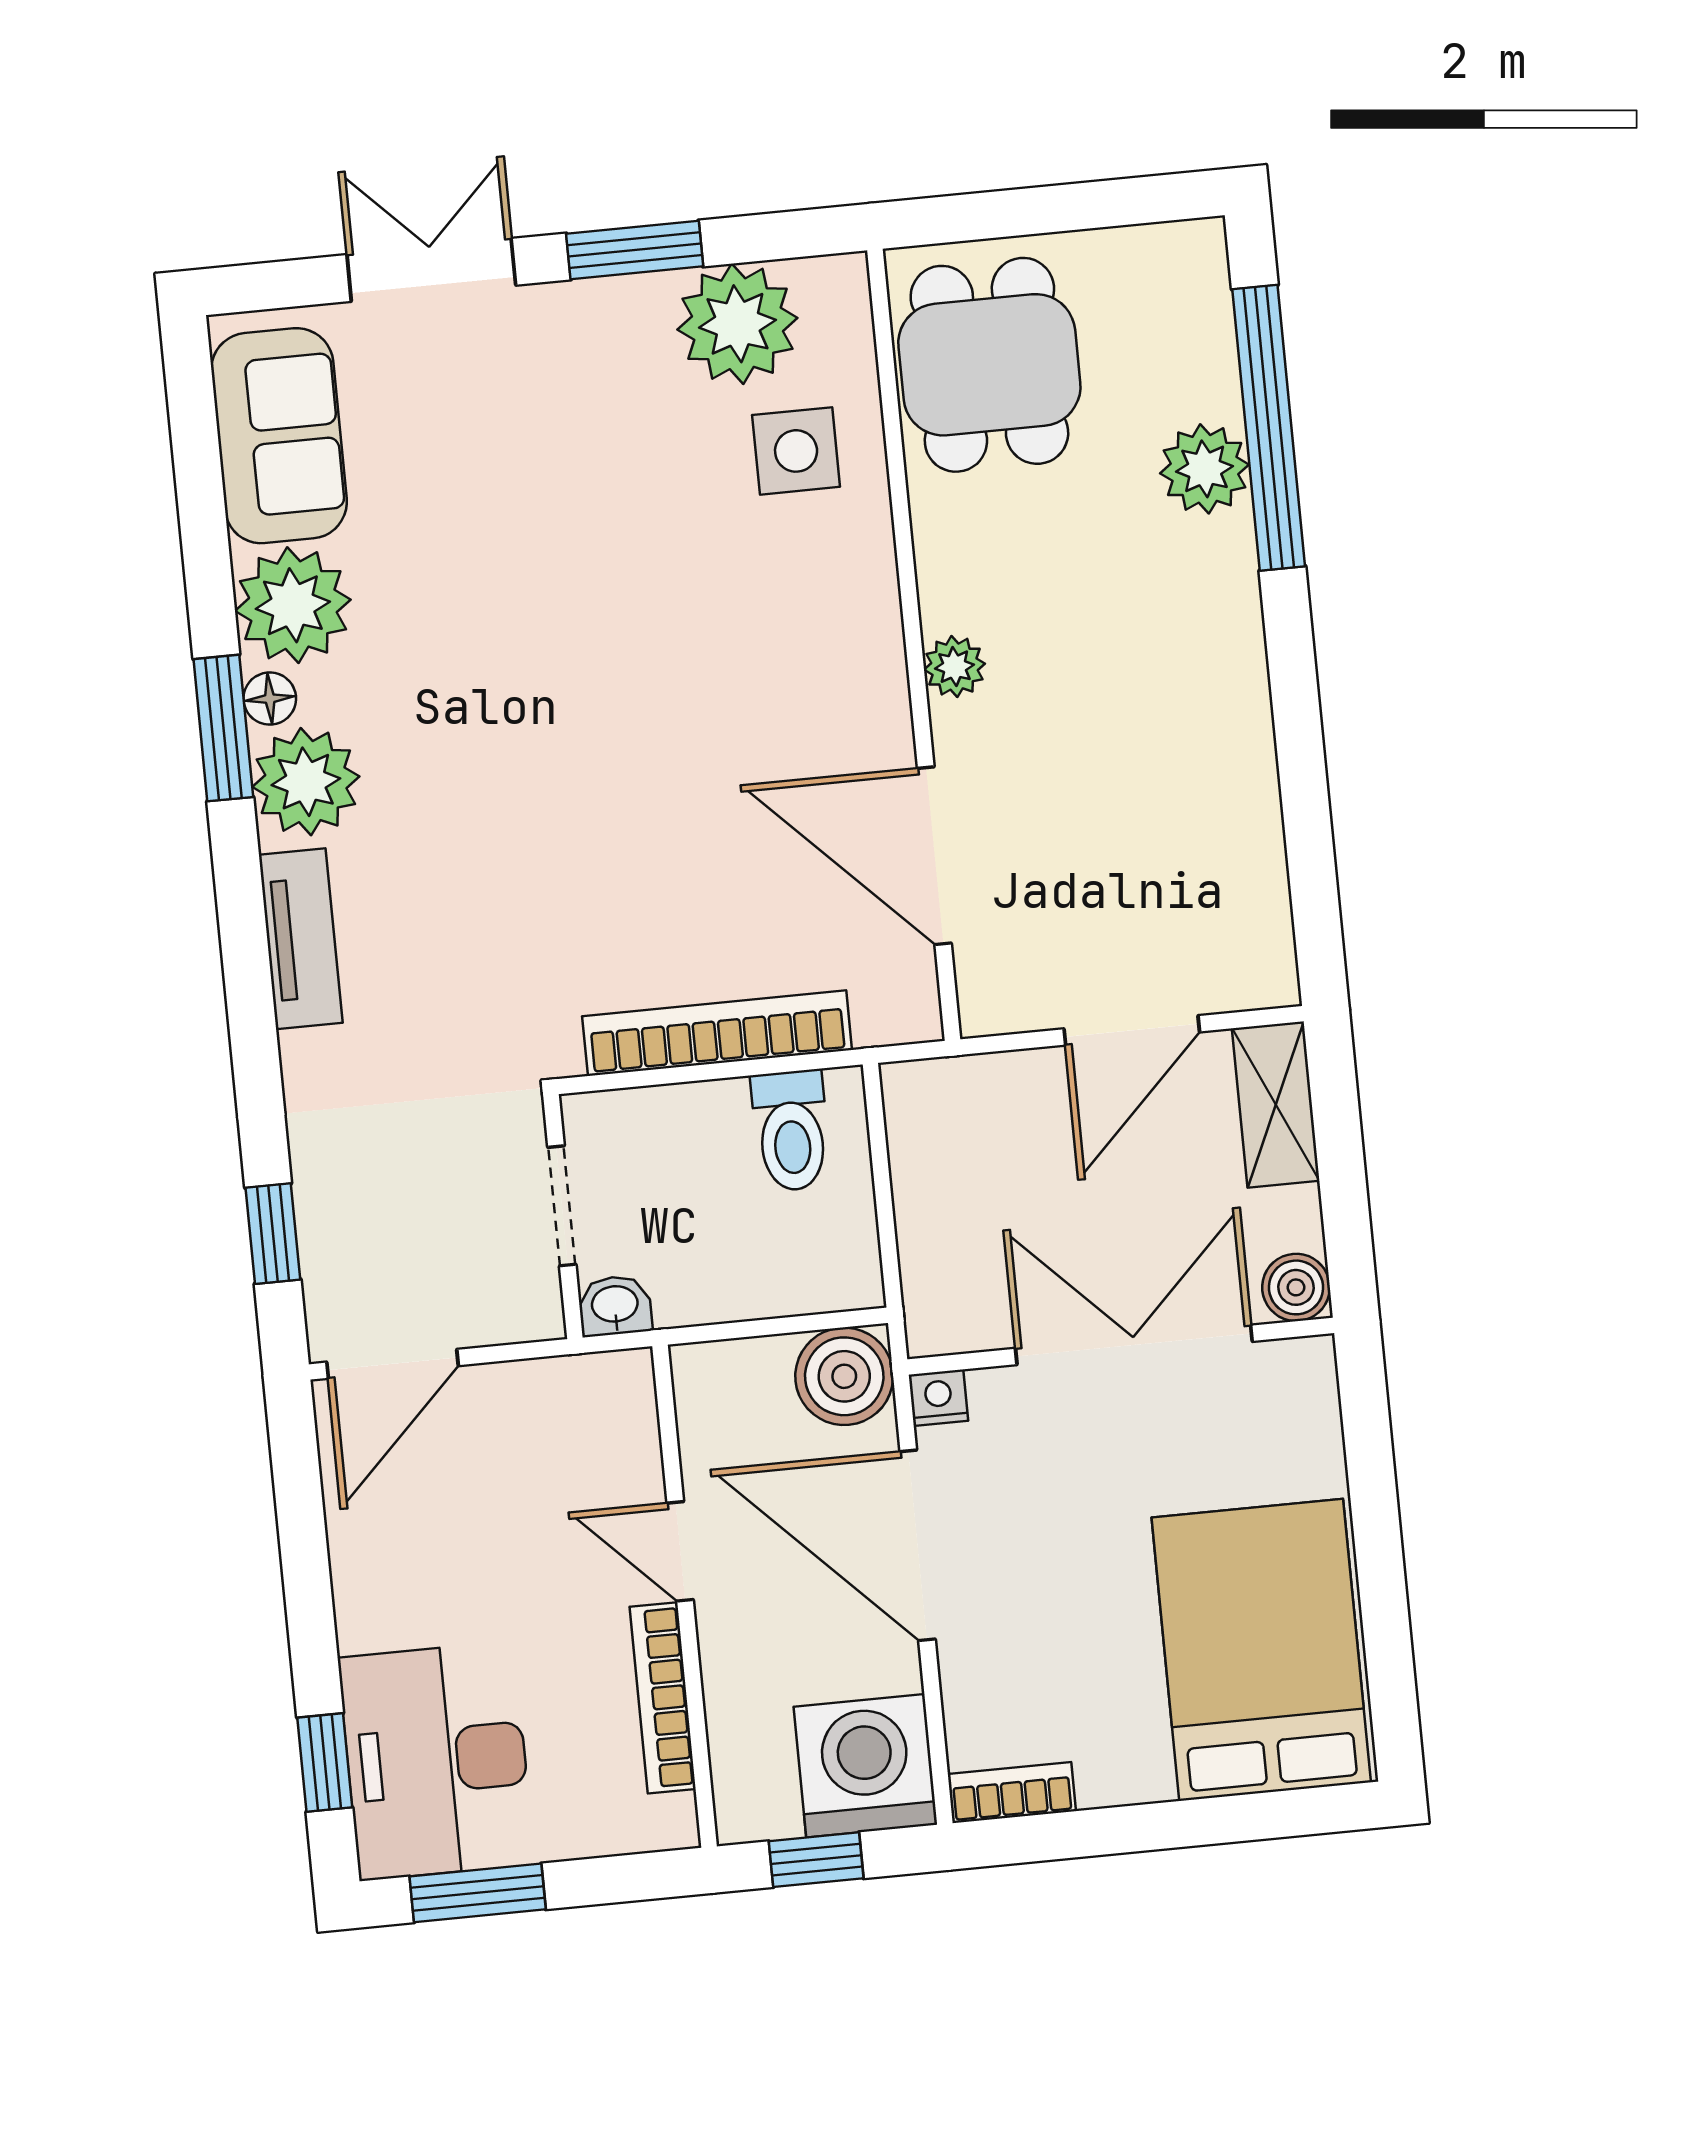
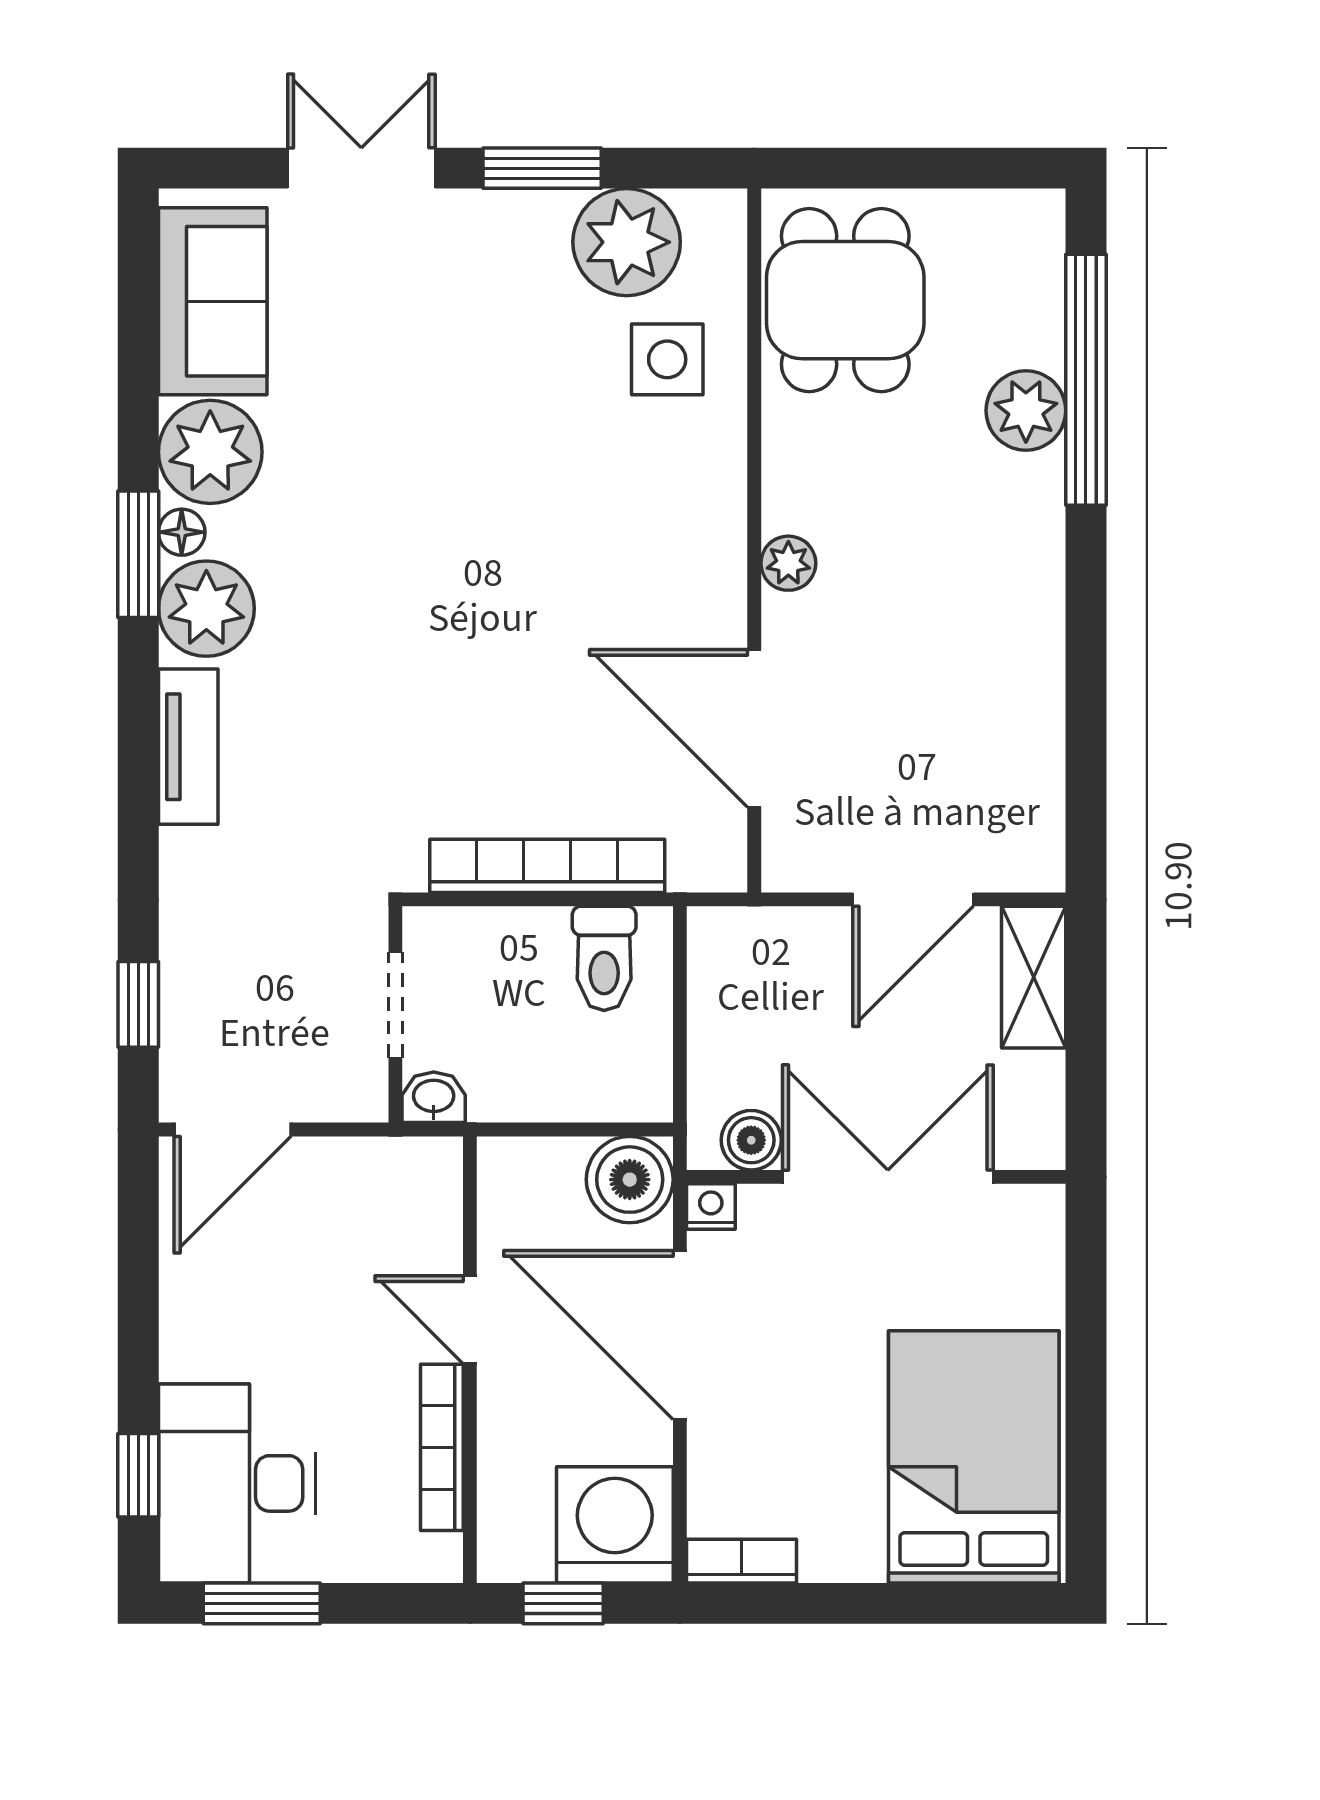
boiler: (1296, 1287) -> (751, 1140), moved

